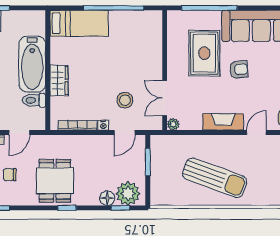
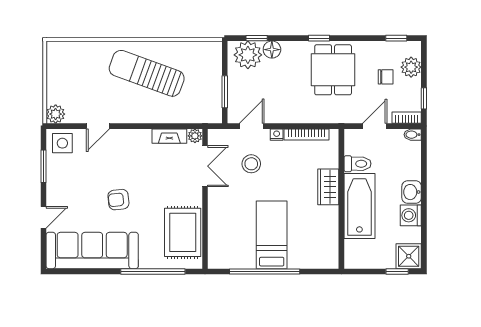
bed: (79, 23) -> (272, 235), moved, turned 90
rug: (204, 53) -> (183, 232), moved
fireplace: (223, 122) -> (169, 136), moved, width x0.73, depth x0.76

